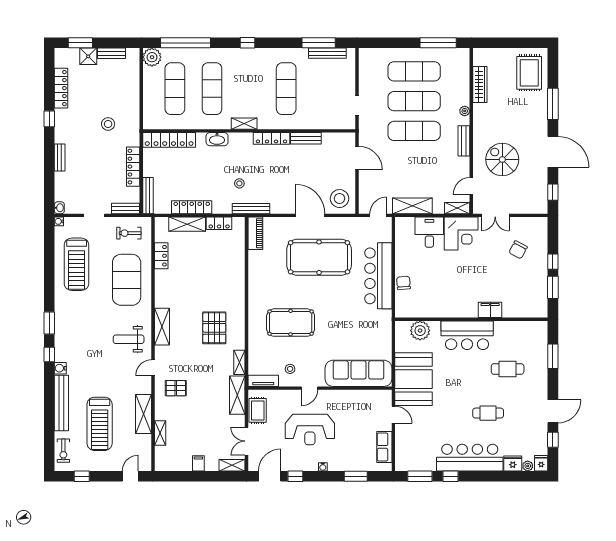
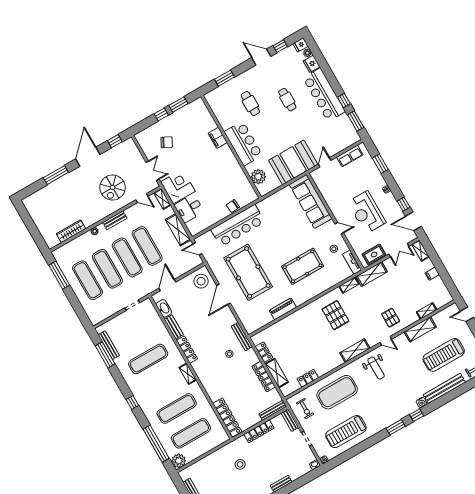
rug: (529, 73) -> (44, 203), removed
washbasin: (217, 139) -> (164, 308), moved
exercise mat: (414, 161) -> (147, 246), added
piano: (255, 233) -> (283, 309), moved
treadmill: (77, 264) -> (346, 432), turned 180
pool table: (291, 323) -> (303, 266), turned 90
pallet: (214, 328) -> (335, 315), turned 90
treadmill: (100, 424) -> (444, 355), turned 180
reception desk: (310, 429) -> (367, 212), turned 180

